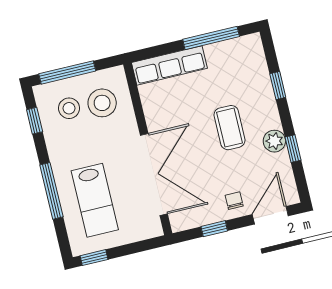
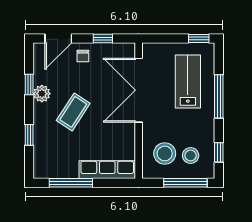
coffee table: (230, 128) -> (73, 112), turned 33

